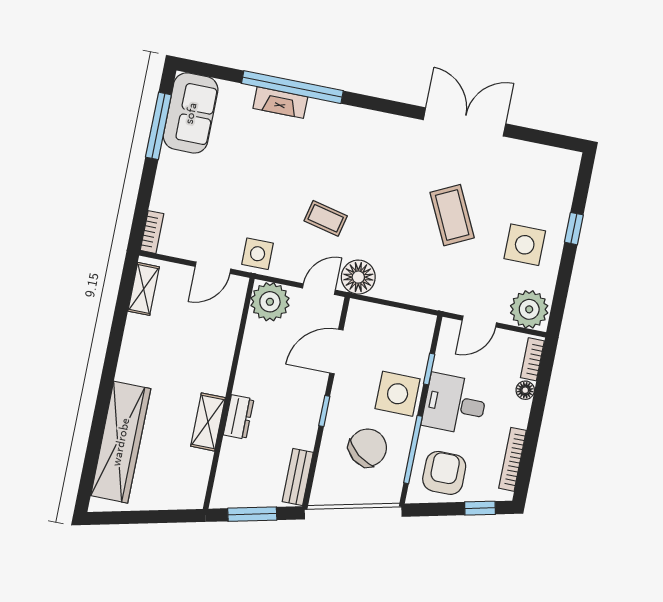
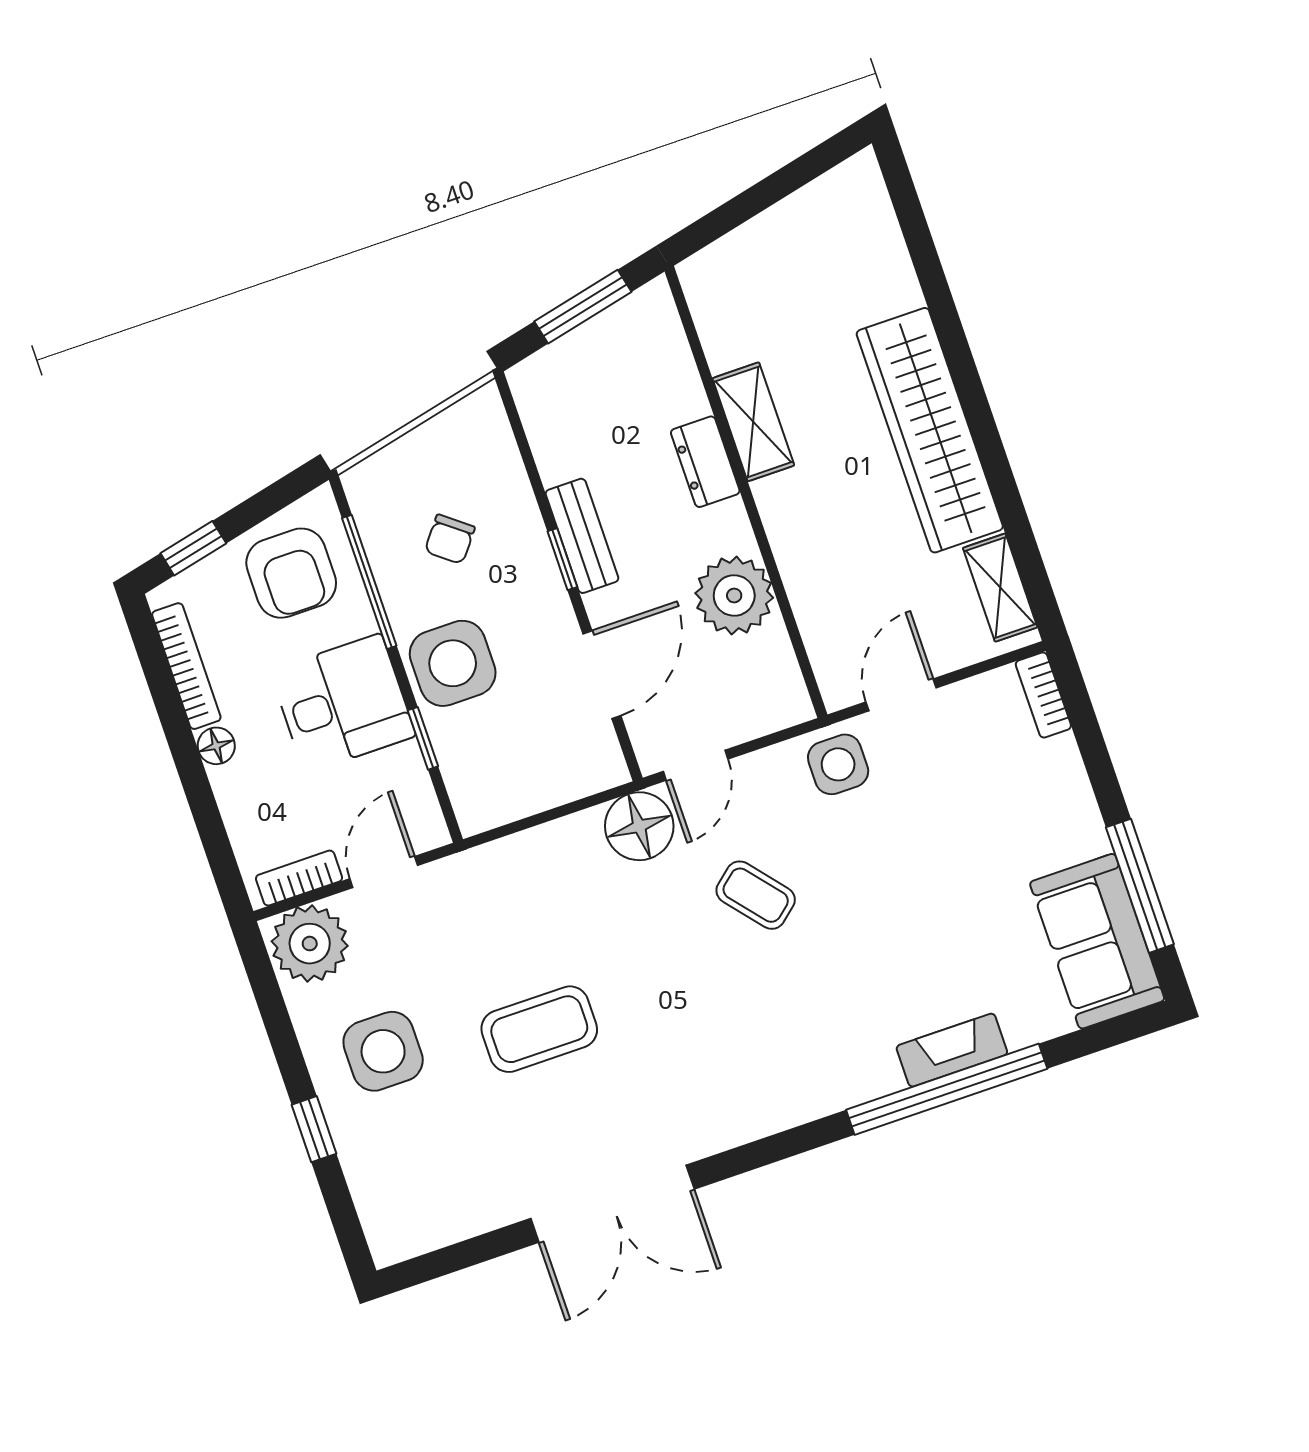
coffee table: (452, 215) -> (539, 1029), turned -64
coffee table: (326, 218) -> (756, 895), turned 37
plant: (270, 302) -> (734, 595), moved
bookcase: (532, 359) -> (299, 878), moved, turned -90
floor lamp: (525, 390) -> (216, 746), moved
wardrobe: (121, 442) -> (930, 430), moved
chair: (368, 448) -> (450, 539), width x0.54, depth x0.54
bench: (298, 477) -> (582, 536), moved

